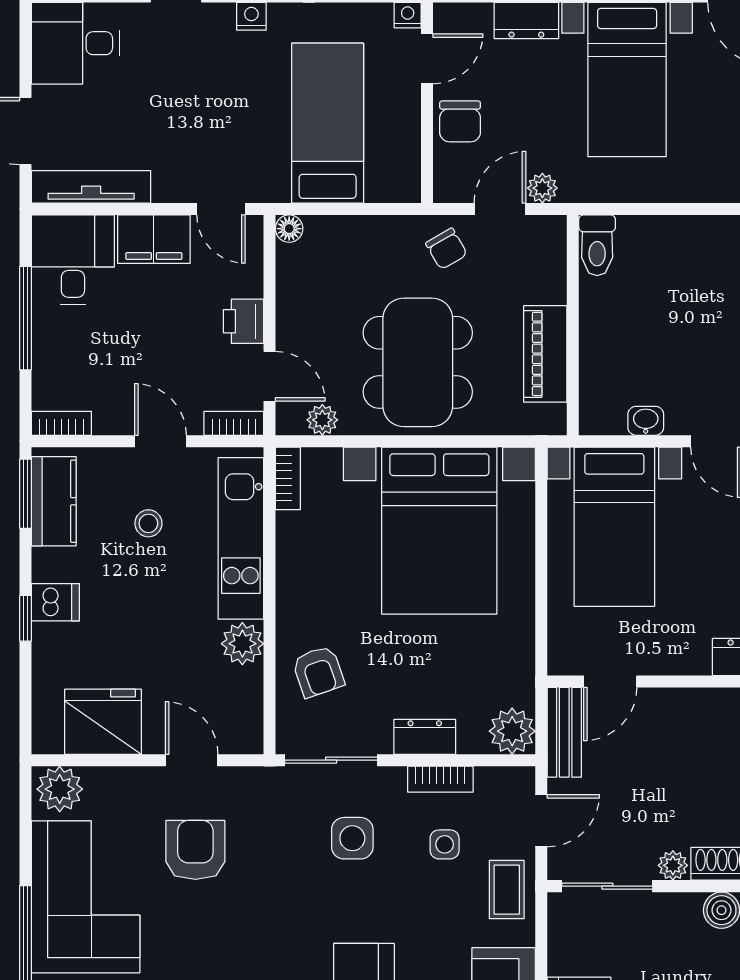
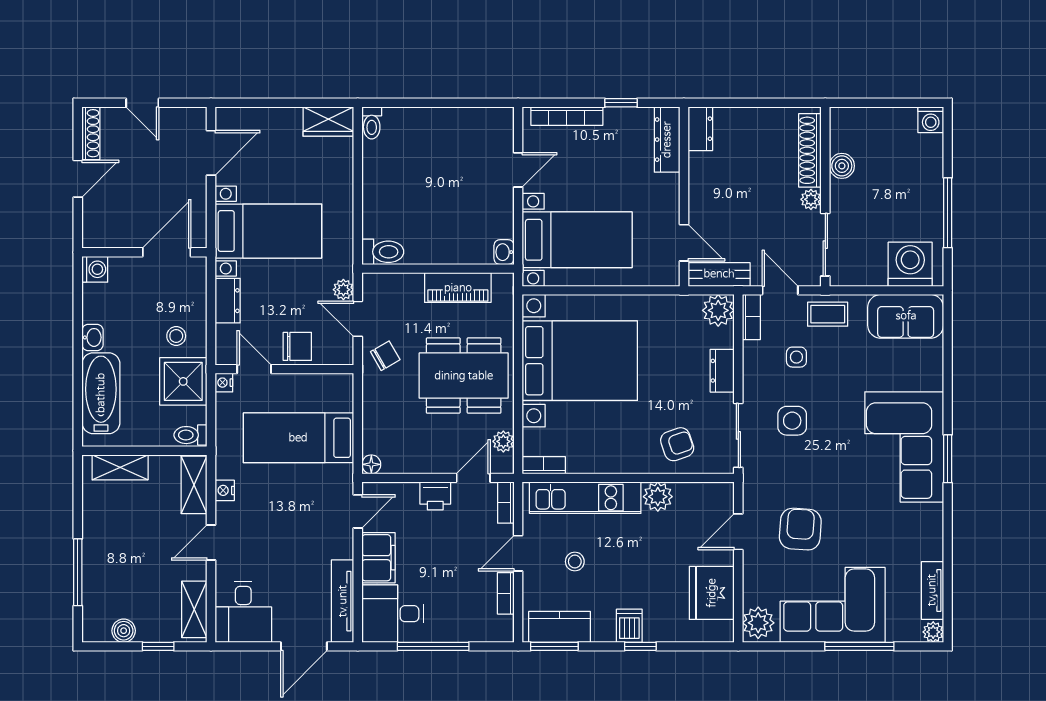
washbasin: (646, 421) -> (504, 252), moved
bookcase: (61, 423) -> (506, 593), moved
bookcase: (440, 779) -> (751, 317), moved
armchair: (195, 850) -> (800, 529), turned 94

